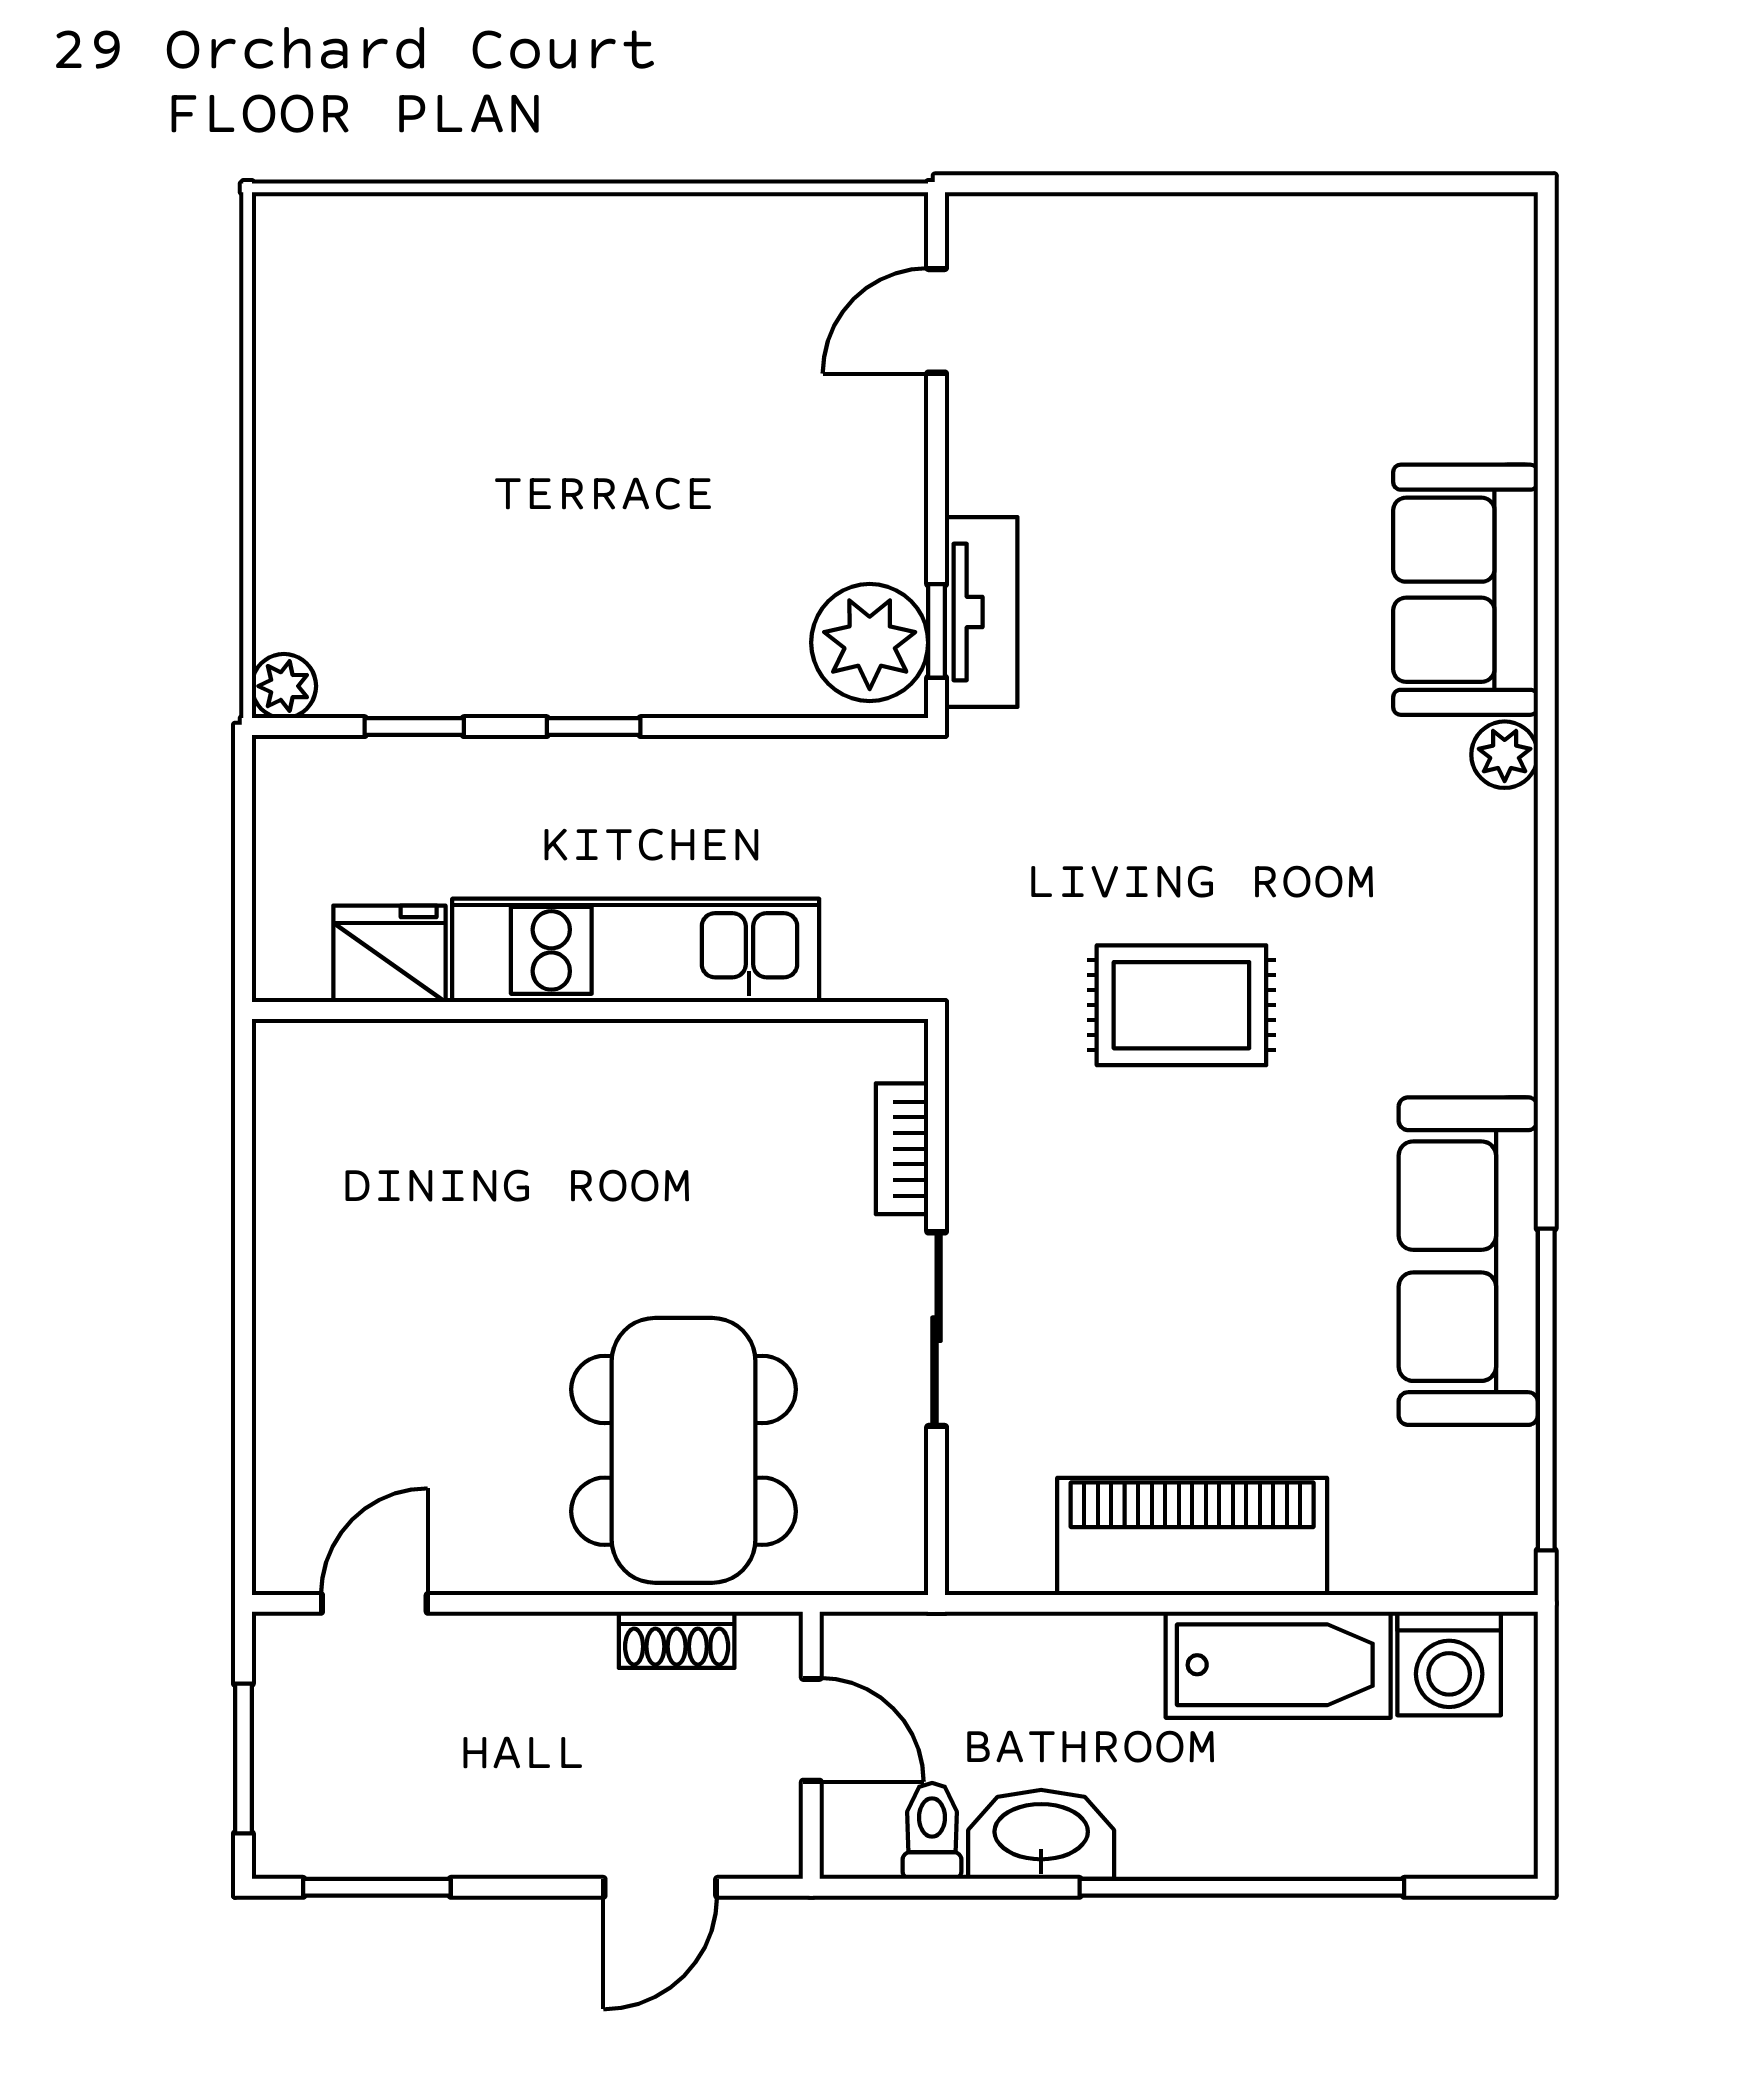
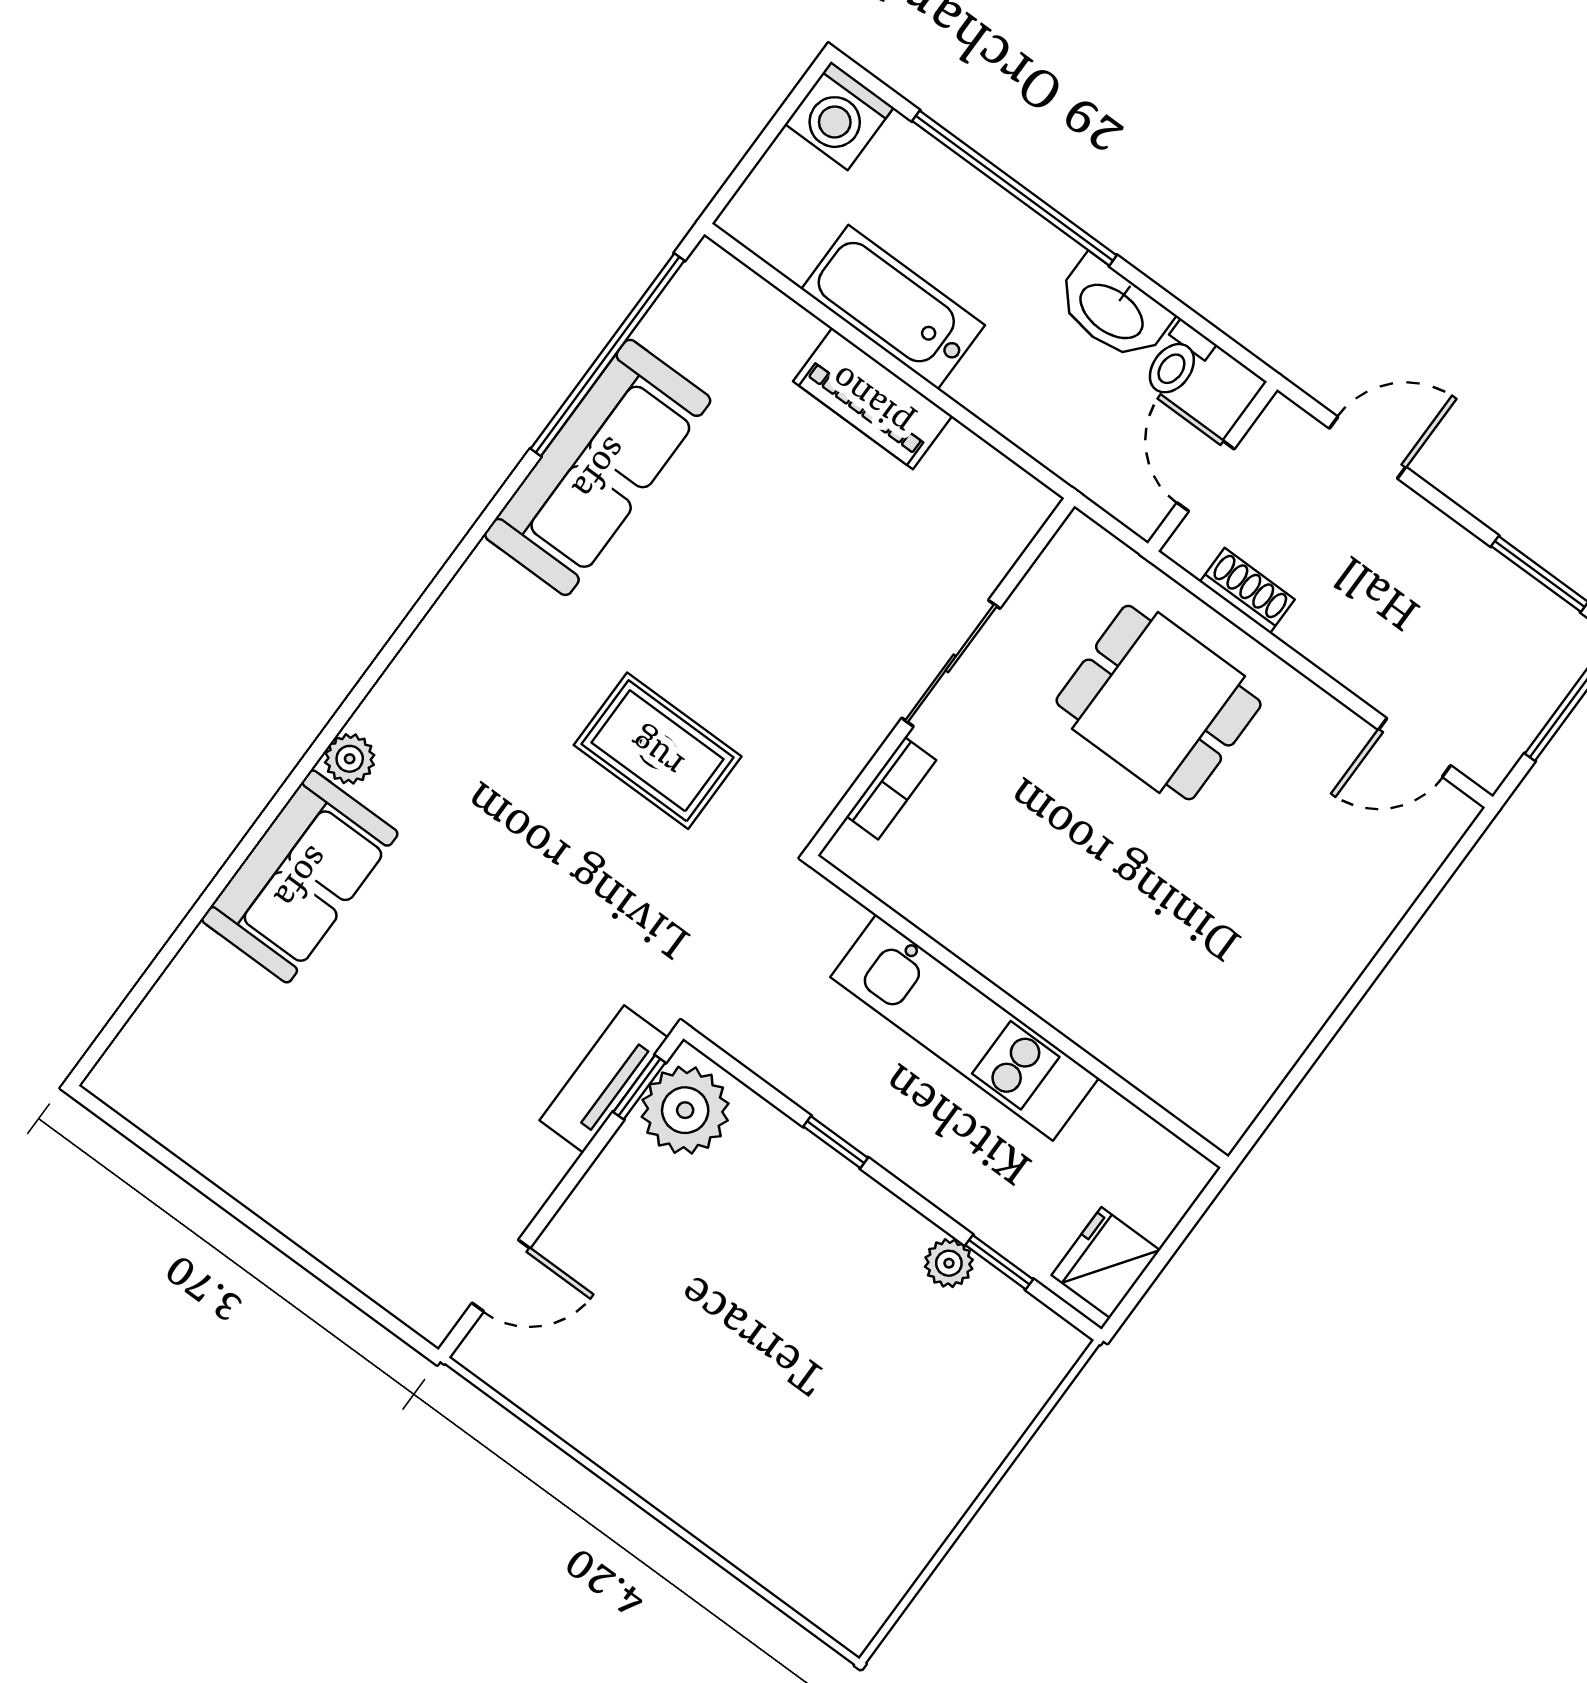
plant: (284, 686) -> (949, 1263), moved
window: (594, 727) -> (836, 1142), moved
fridge: (389, 954) -> (1106, 1263), moved, turned 90
dining table: (684, 1450) -> (1159, 703), width x0.73
piano: (1192, 1536) -> (873, 399), width x0.73, depth x0.75
washing machine: (1449, 1664) -> (839, 116), moved, turned 180

